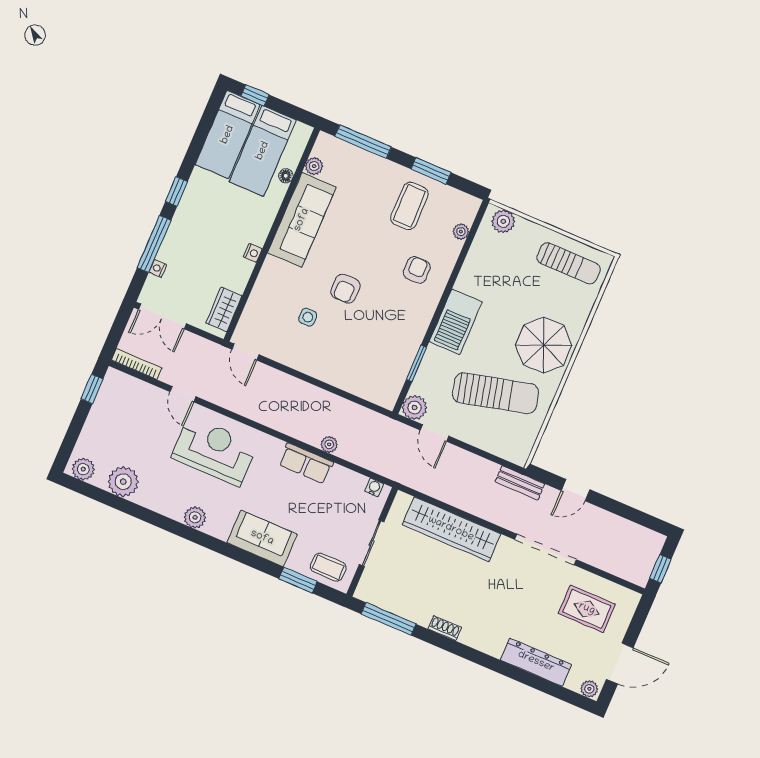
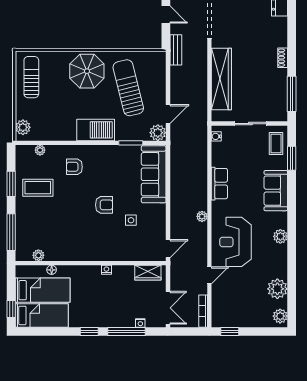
sofa: (302, 220) -> (154, 174), moved, turned -90
plant: (329, 444) -> (202, 216), moved

